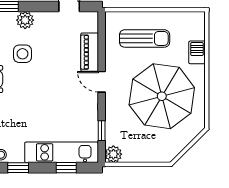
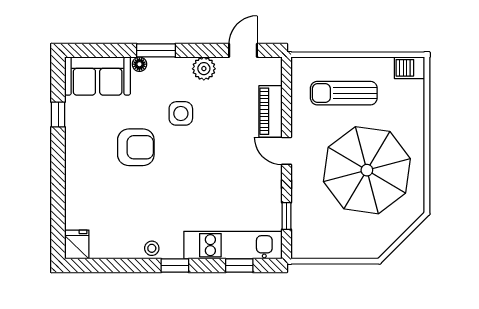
plant: (25, 20) -> (204, 69), moved
sun lounger: (145, 38) -> (344, 93), turned 180
barbecue: (197, 52) -> (409, 68), moved, turned -90
plant: (113, 154) -> (302, 248), removed

